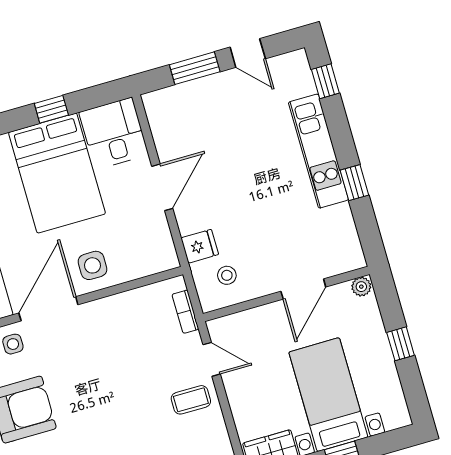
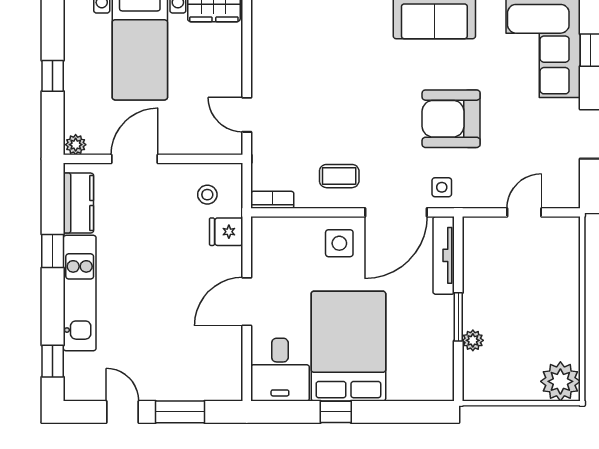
kitchen counter: (343, 234) -> (78, 203), added
bookcase: (185, 312) -> (272, 200), moved, turned -90
coffee table: (191, 400) -> (339, 176), moved

